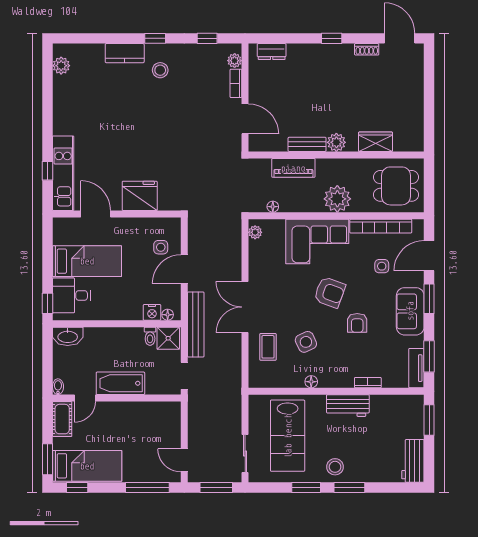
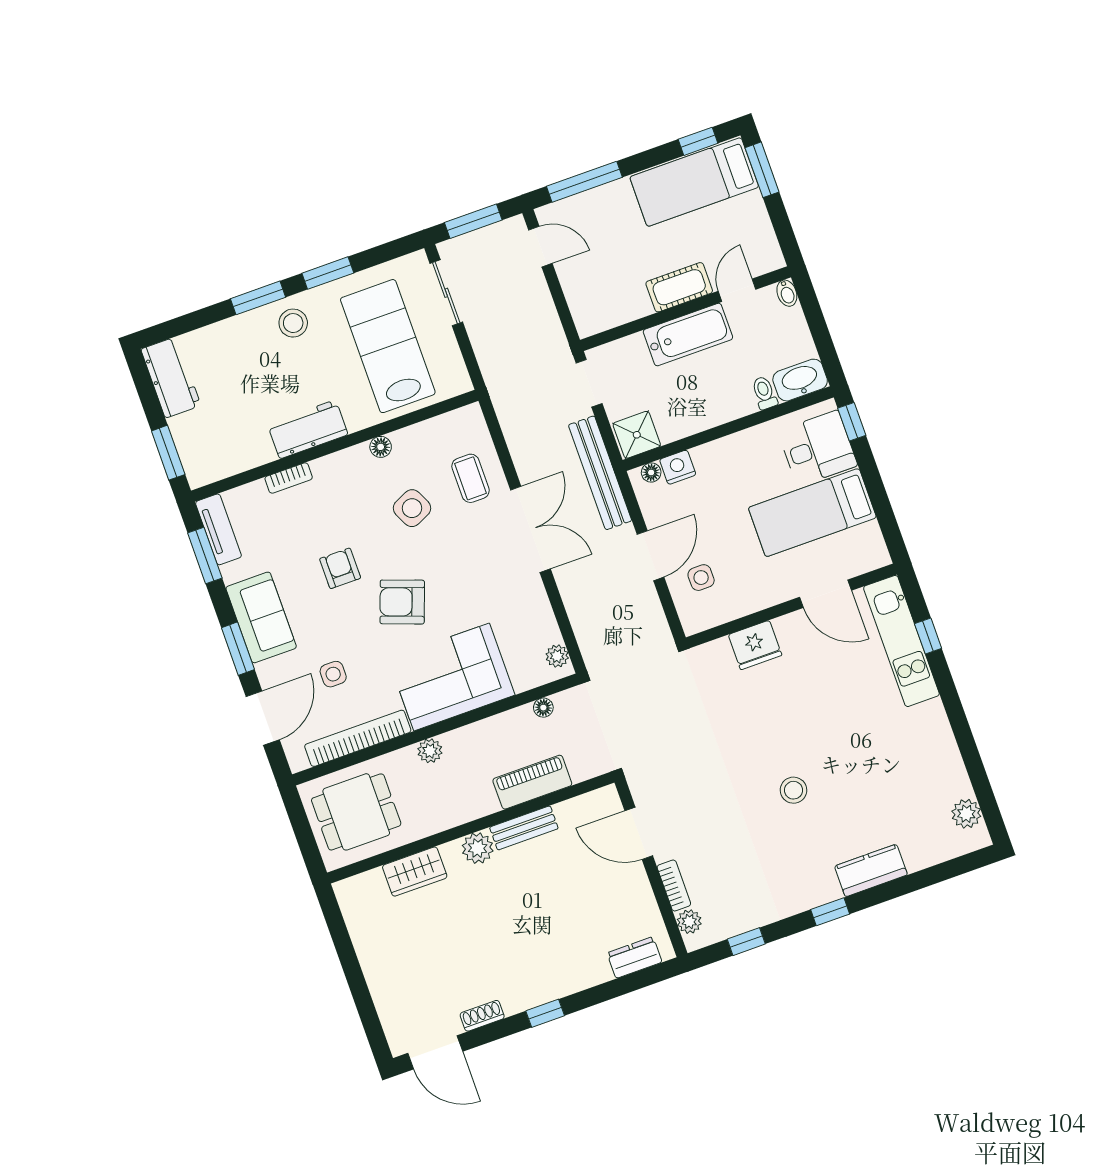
stool: (160, 70) -> (794, 790), moved
fridge: (140, 196) -> (755, 645), width x0.73, depth x0.75
plant: (337, 199) -> (430, 751), width x0.53, depth x0.53
toilet: (150, 336) -> (764, 393), moved
cot: (62, 419) -> (679, 287), moved, turned 90

